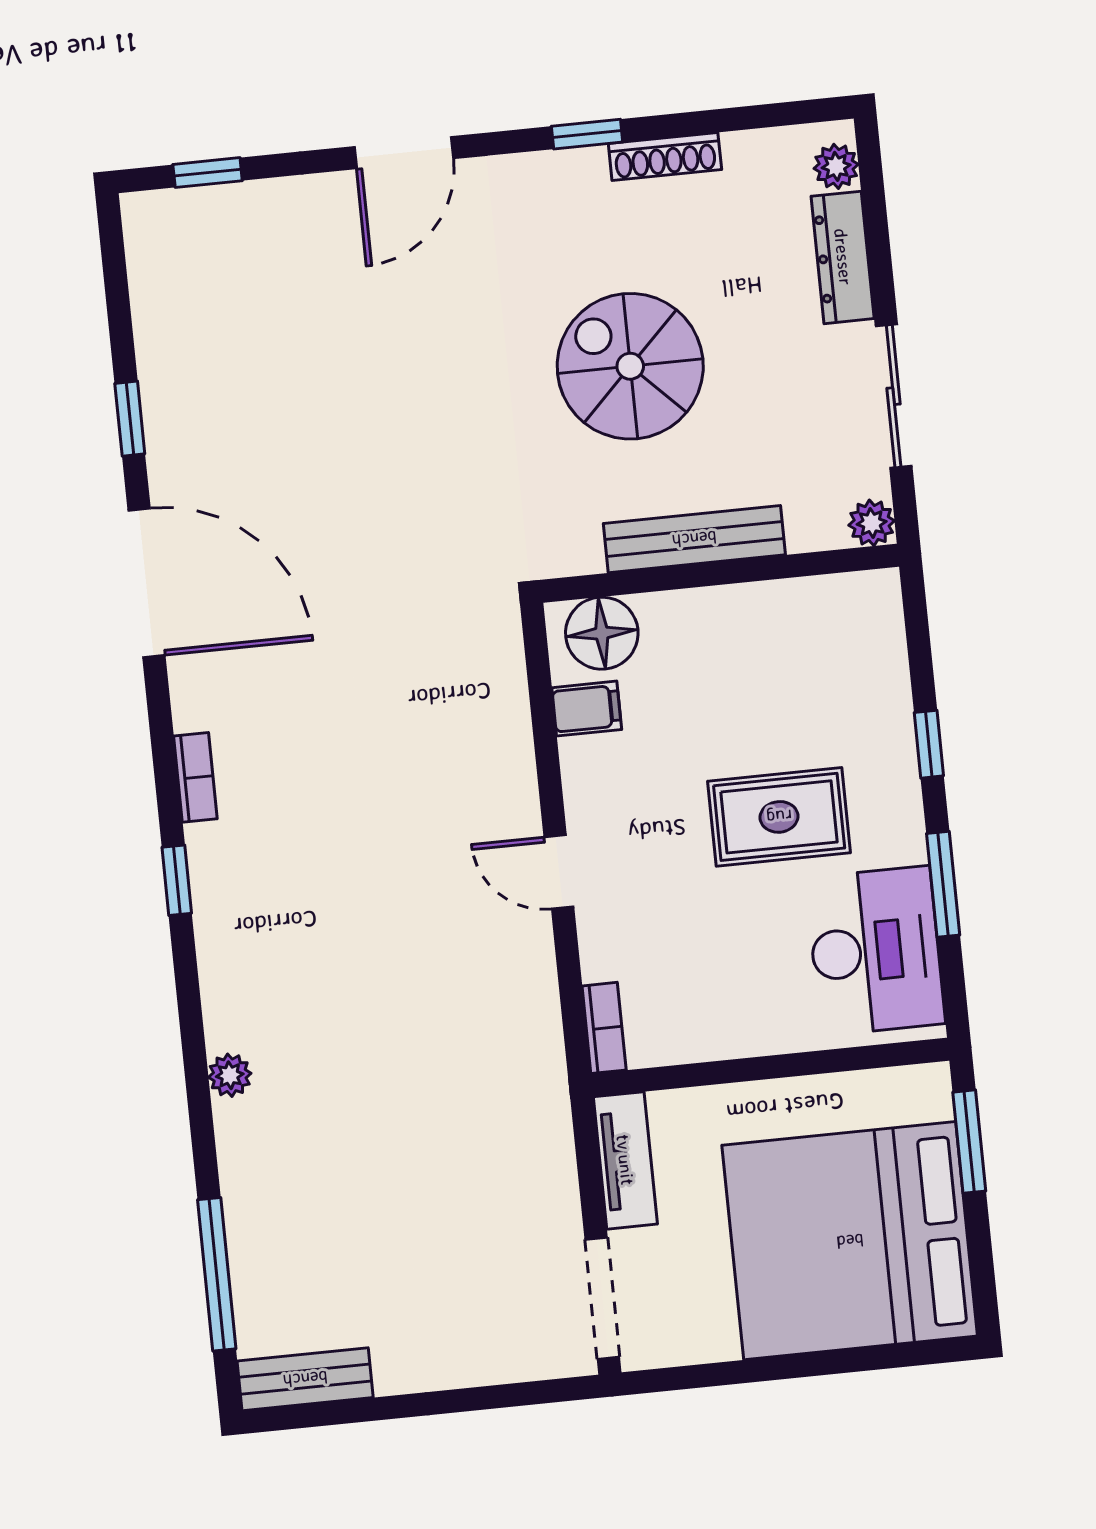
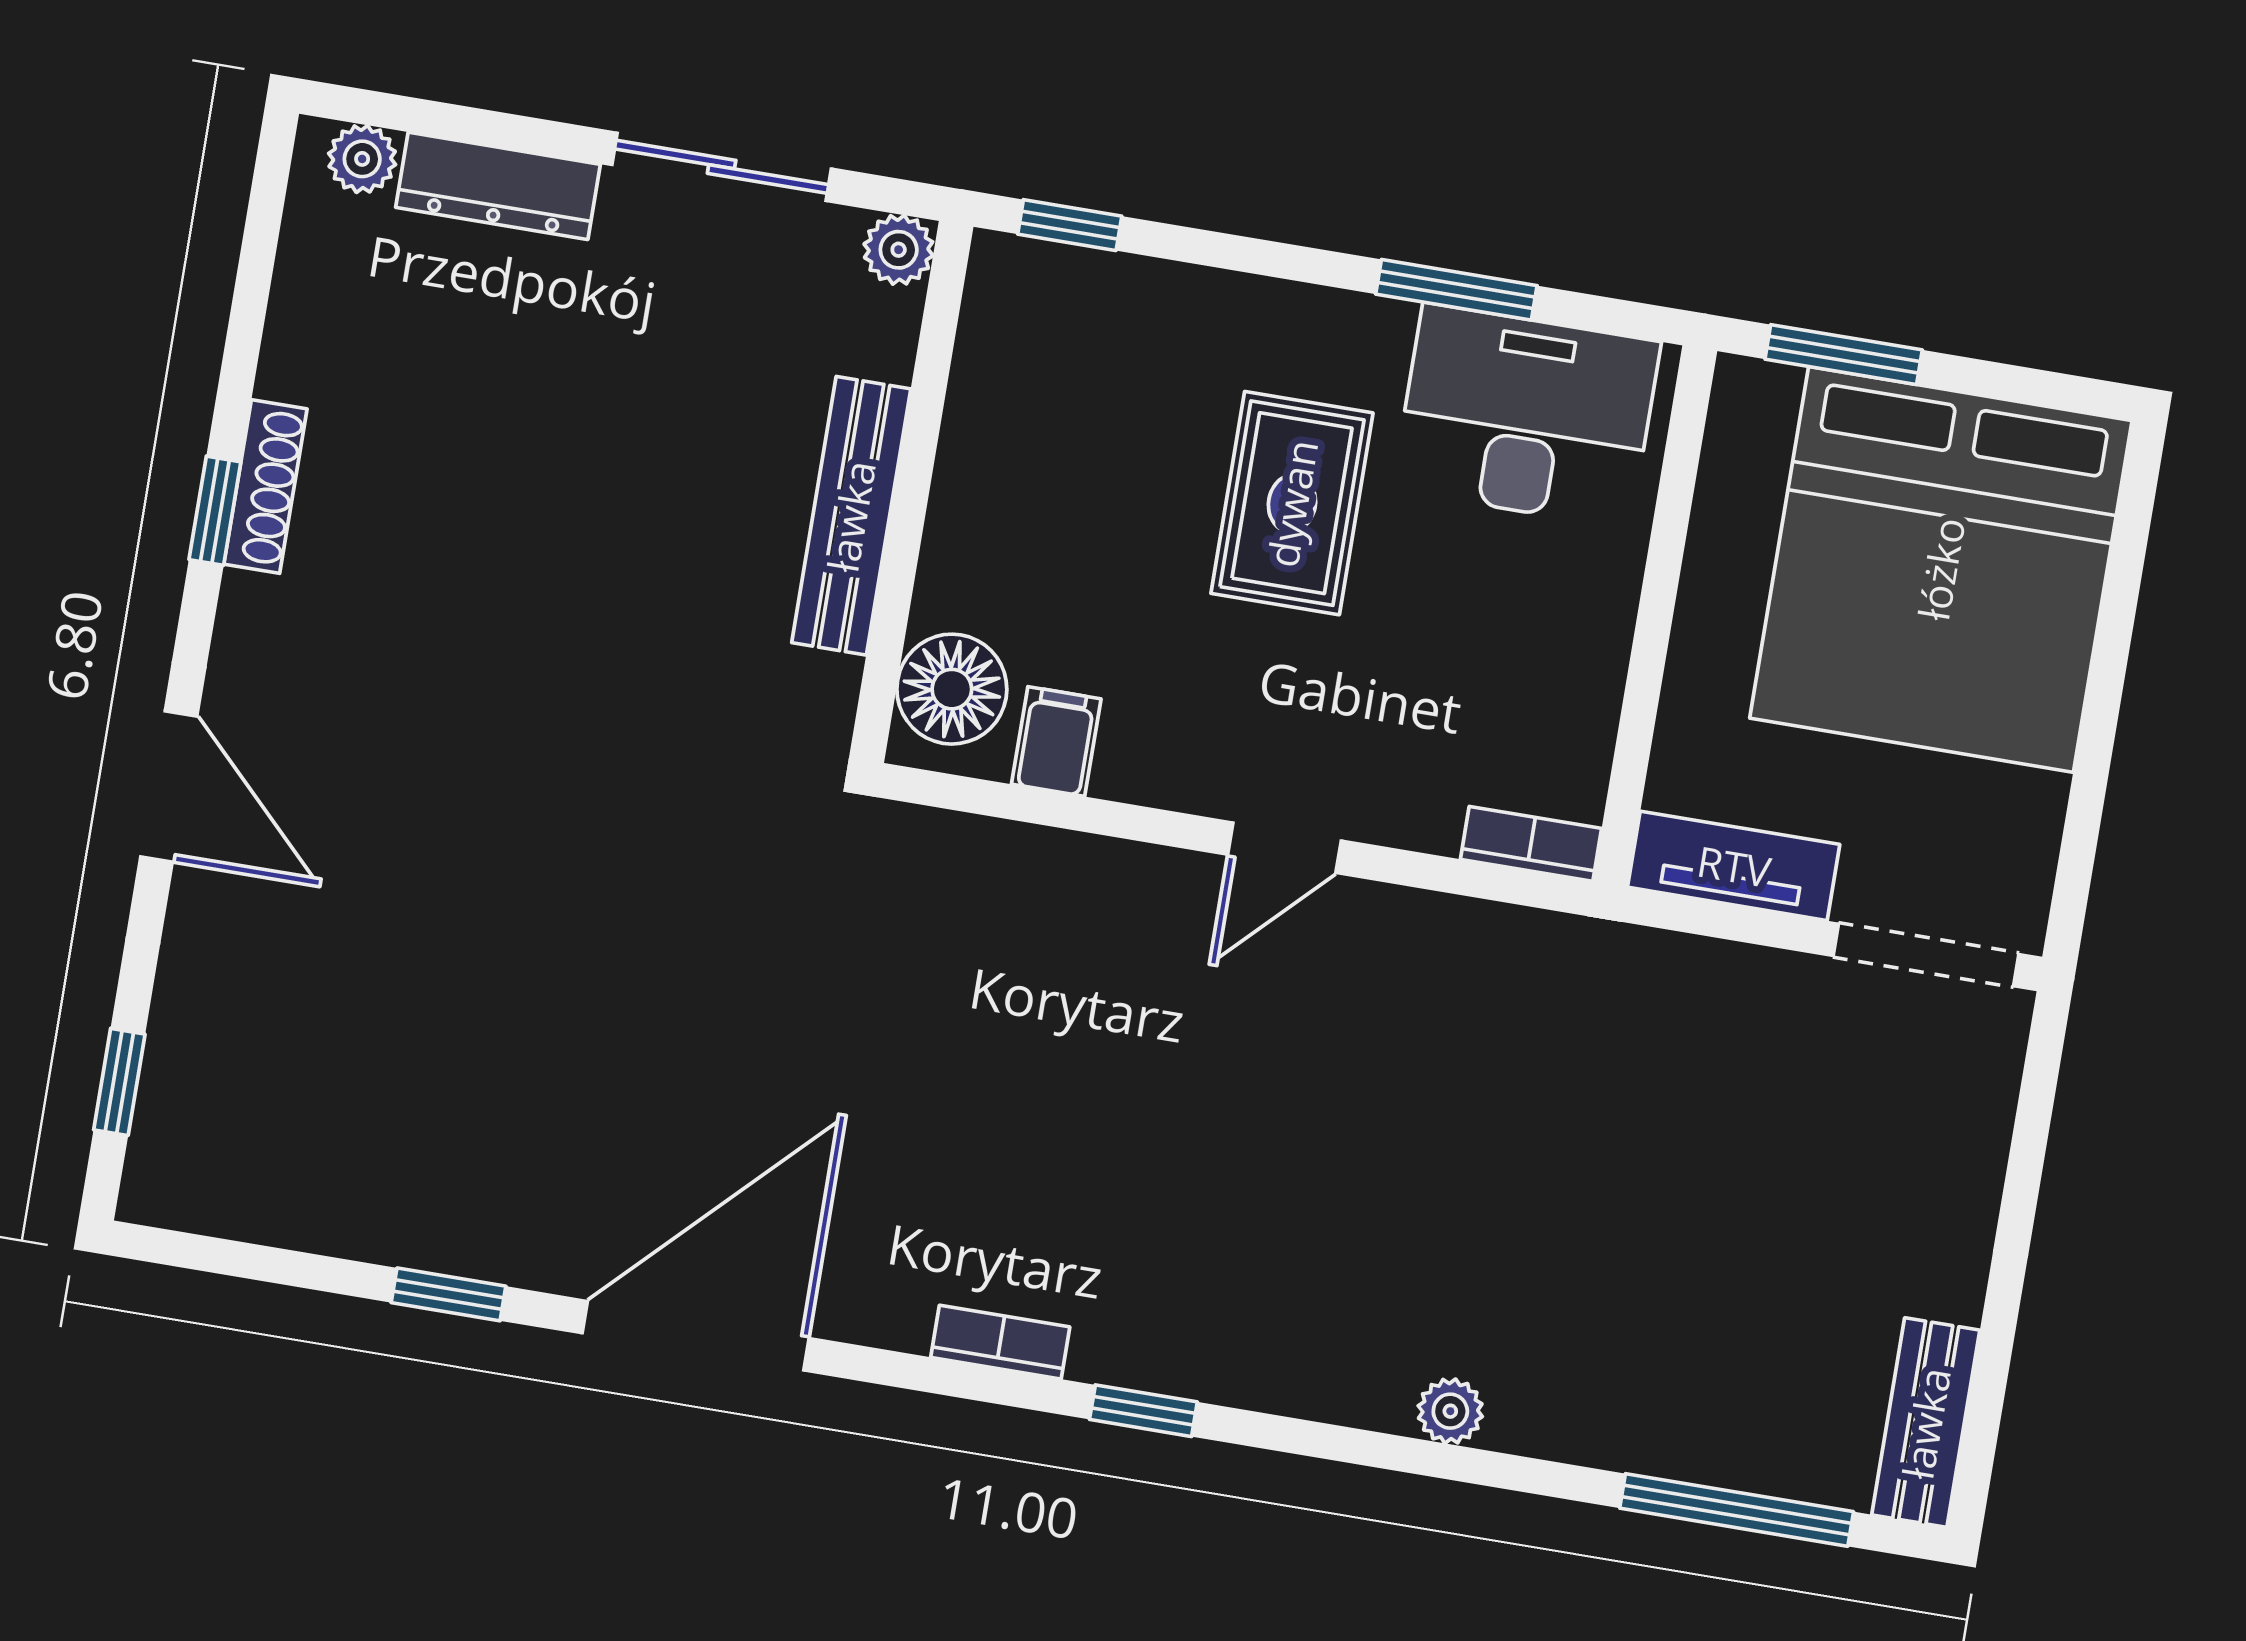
shoe rack: (665, 156) -> (265, 486), moved
spiral stairs: (630, 366) -> (572, 541), removed
window: (929, 744) -> (1070, 225), moved

